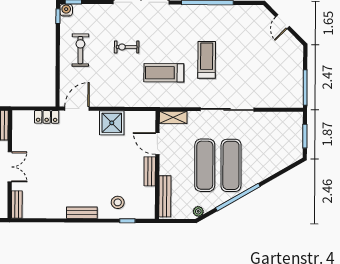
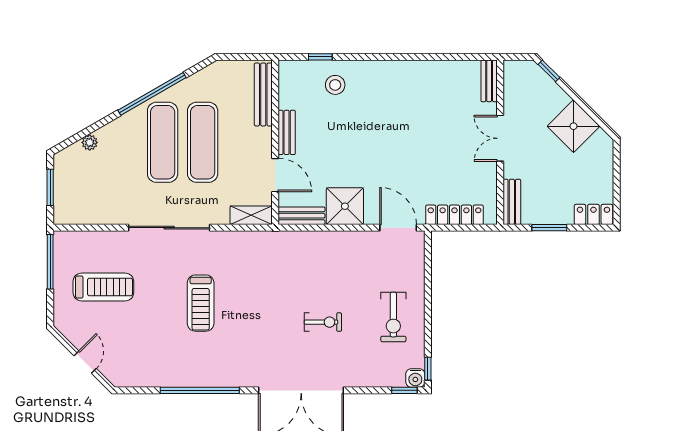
treadmill: (164, 73) -> (103, 287), moved
door: (77, 109) -> (398, 228), swing flipped
locker: (47, 117) -> (455, 215), width x1.53
plant: (198, 211) -> (90, 142), moved
bench: (82, 213) -> (301, 216), moved

